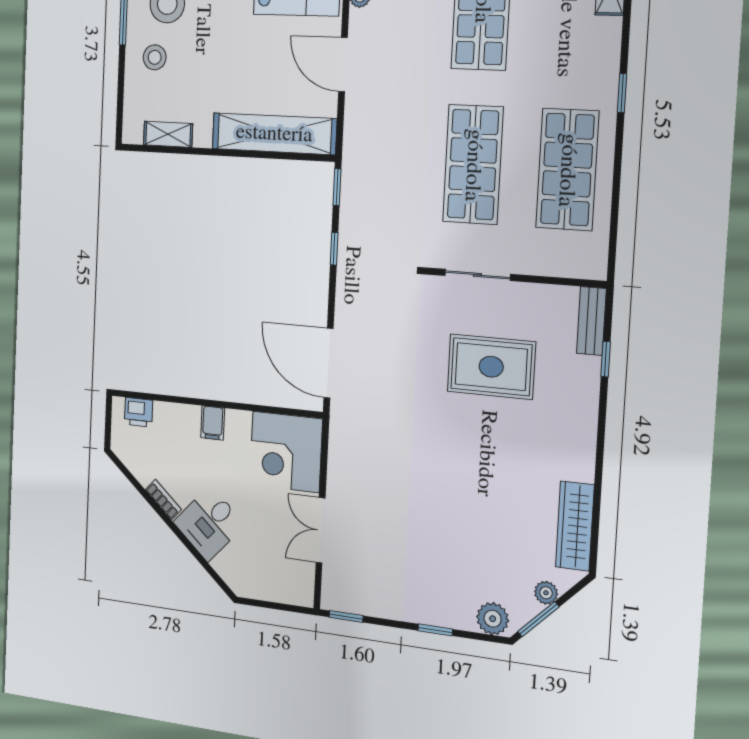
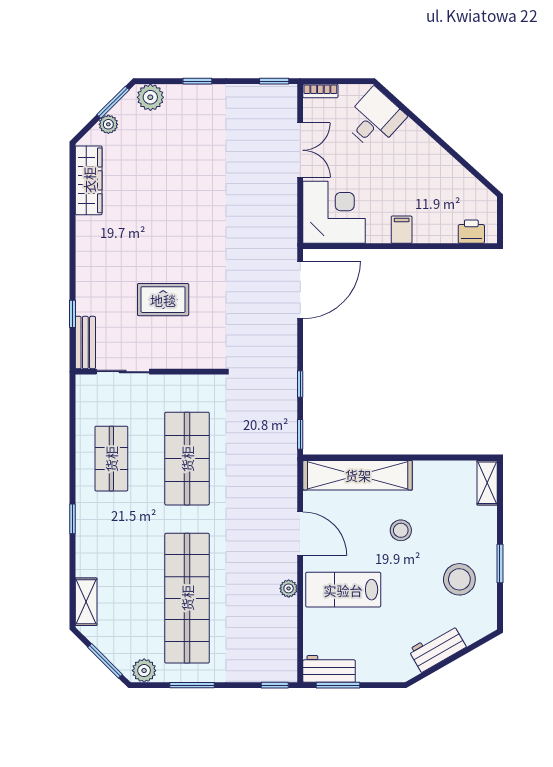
stool: (155, 57) -> (401, 530), moved
shelving: (168, 134) -> (487, 483), moved, turned 90
shop shelf: (567, 170) -> (111, 459), width x0.70, depth x0.74
sliding door: (477, 275) -> (123, 372), moved
door: (329, 363) -> (300, 290), hinge flipped
rug: (491, 367) -> (163, 300), width x0.73, depth x0.70
bookcase: (163, 500) -> (320, 91), moved, turned -42
desk: (209, 523) -> (374, 119), moved

